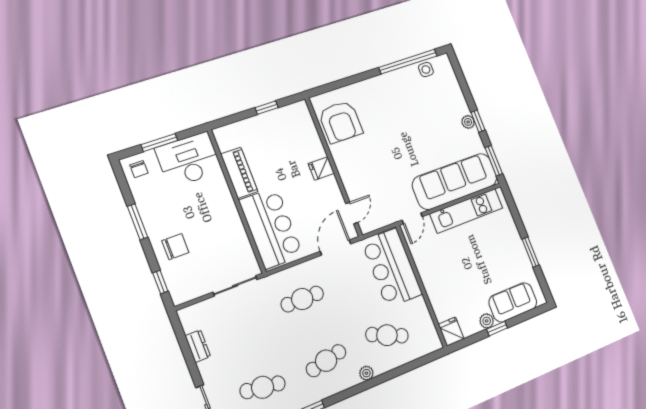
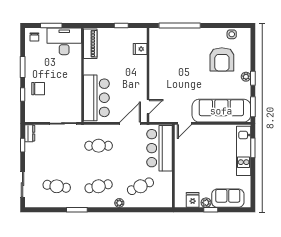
window: (408, 62) -> (180, 26), moved
armchair: (341, 122) -> (222, 59), moved
fridge: (321, 168) -> (140, 49), moved
piano: (239, 173) -> (90, 44), moved
kitchen unit: (466, 211) -> (244, 151), moved, turned 90
window: (530, 252) -> (253, 148), moved
window: (160, 282) -> (23, 95), moved
fridge: (451, 331) -> (193, 200), moved
cafe table: (387, 335) -> (140, 186), turned -48
window: (184, 345) -> (23, 145), added
dresser: (198, 346) -> (30, 133), moved

